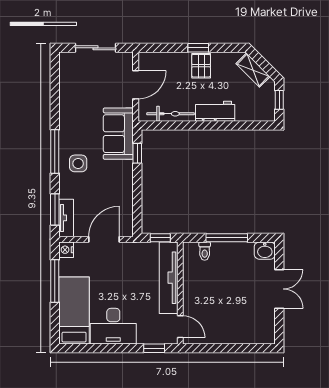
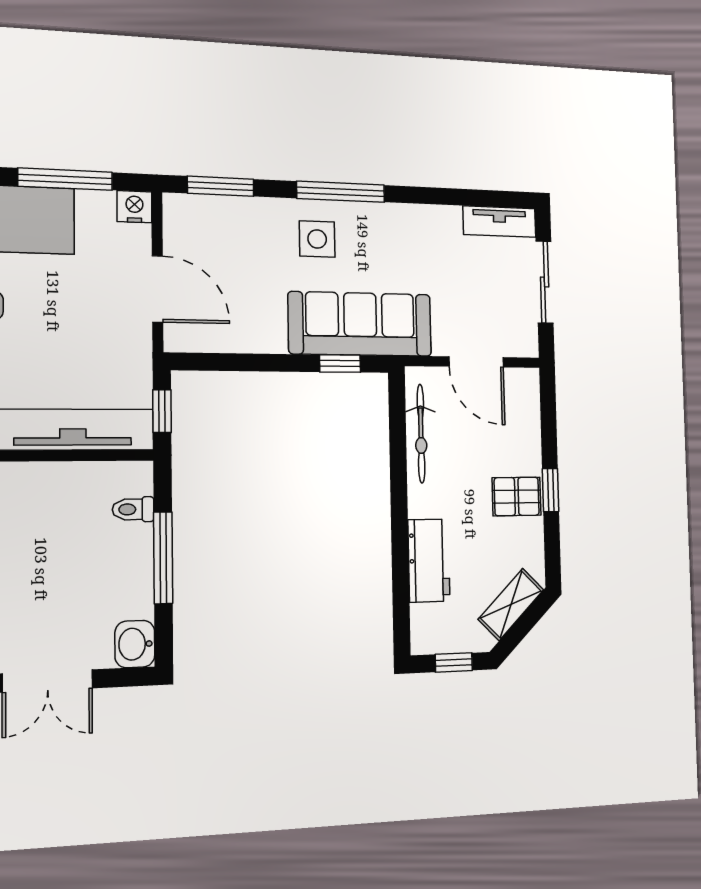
workbench: (215, 111) -> (429, 560), moved
sofa: (118, 134) -> (360, 324), width x1.36
tv unit: (66, 218) -> (499, 222), moved

